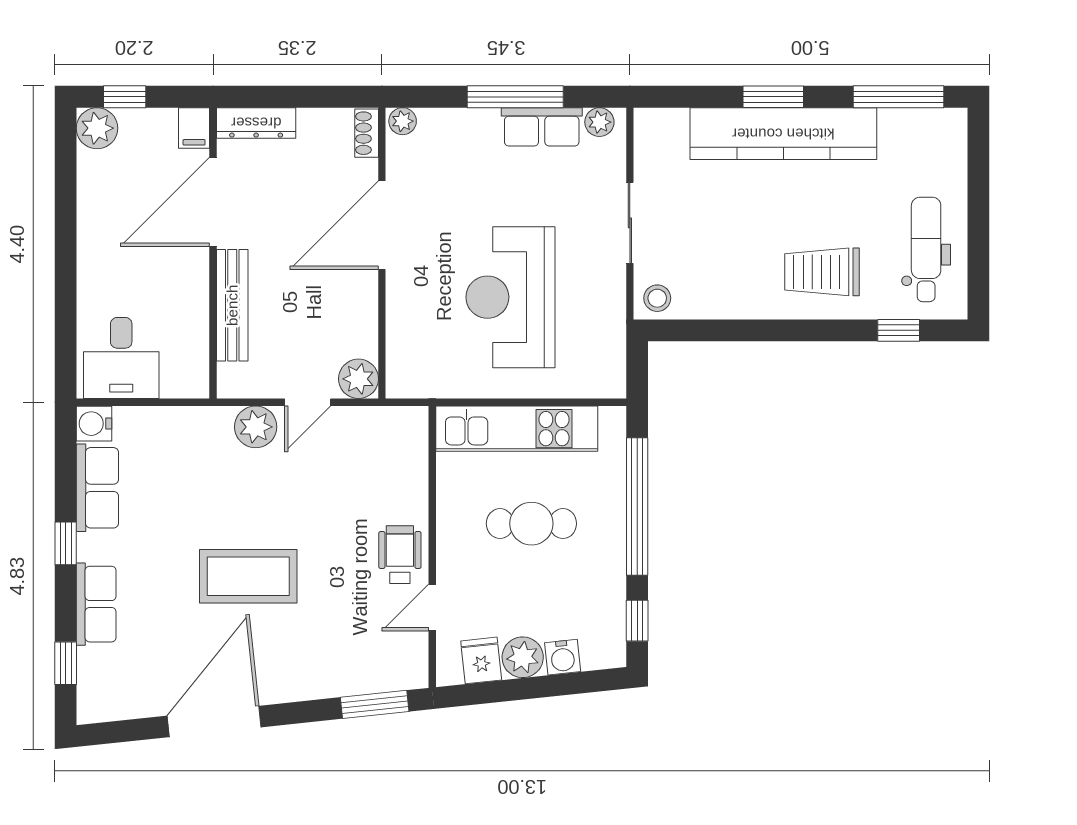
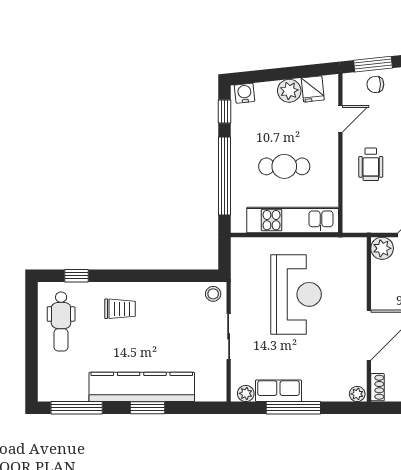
trolley: (822, 272) -> (120, 309), width x0.73, depth x0.72
wheelchair: (400, 555) -> (371, 164), moved
water cooler: (563, 657) -> (245, 93), moved
chair: (370, 669) -> (375, 84), added

